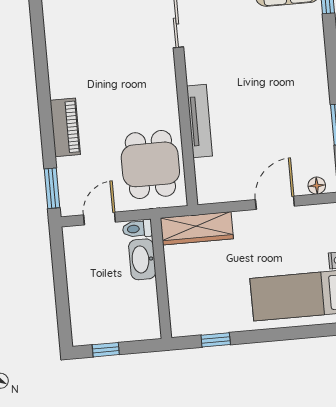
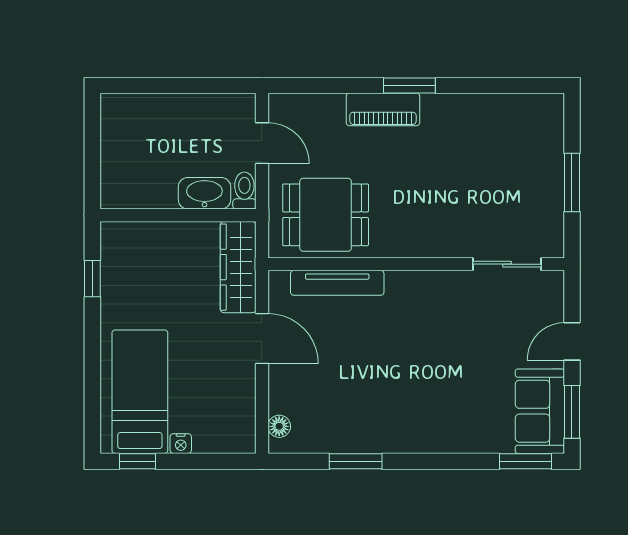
tv unit: (199, 121) -> (337, 283), moved
window: (52, 188) -> (409, 85), moved
door: (275, 203) -> (262, 339), moved
window: (106, 350) -> (92, 136), removed

